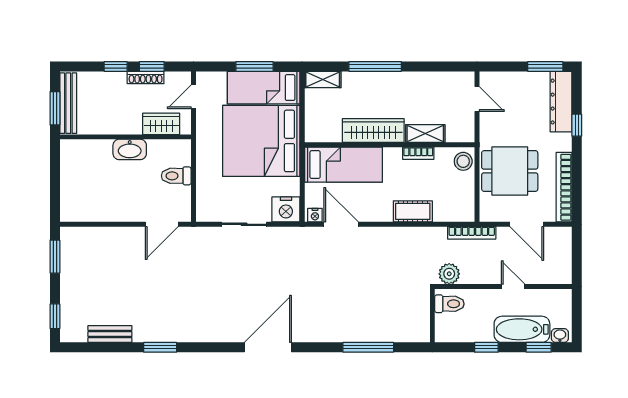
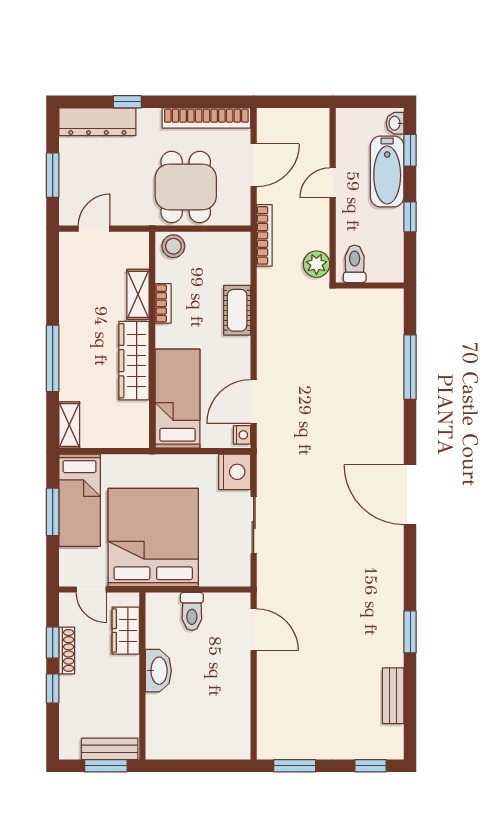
window: (545, 66) -> (53, 175), moved
bench: (68, 103) -> (110, 749), width x0.73
bed: (261, 141) -> (153, 537), moved, turned 180

